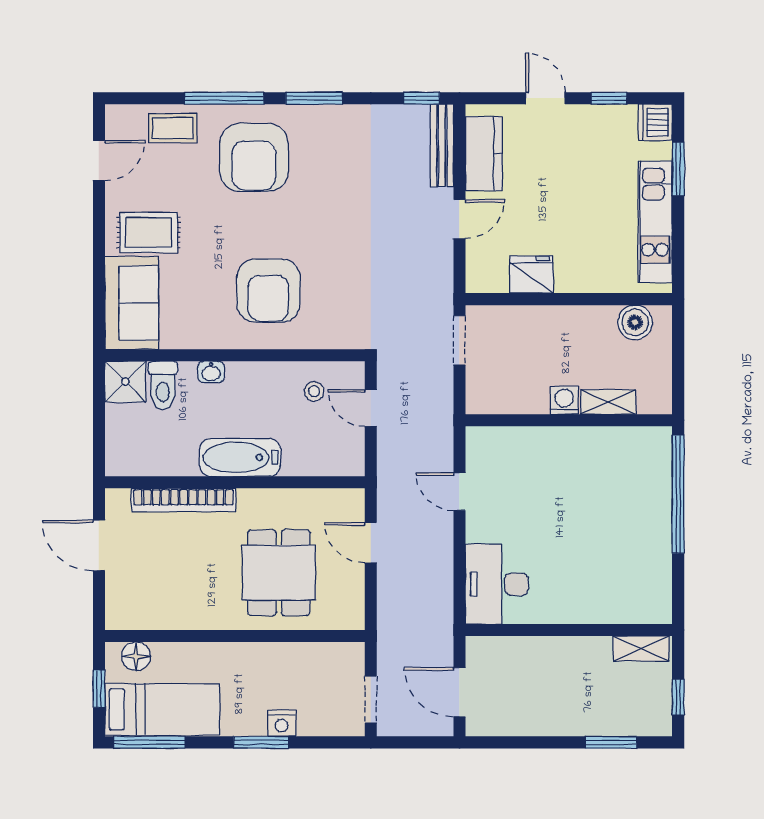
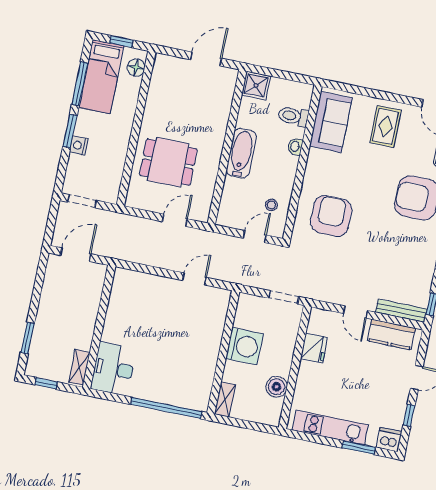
armchair: (268, 291) -> (331, 216), moved, turned 90
sofa: (132, 303) -> (331, 122), moved, turned -90
boiler: (635, 322) -> (277, 387), moved
shower: (125, 382) -> (256, 85), moved
washing machine: (564, 400) -> (244, 346), width x1.89, depth x1.89
shelving: (608, 402) -> (225, 399), moved
bookcase: (184, 500) -> (223, 115), removed
desk: (497, 584) -> (113, 369), moved, turned -90
window: (149, 742) -> (80, 84), moved

